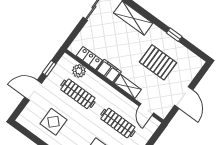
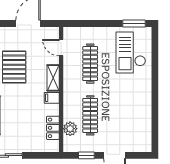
filing cabinet: (109, 71) -> (52, 98), width x0.50
door: (146, 110) -> (61, 48), swing flipped
display table: (53, 122) -> (129, 119), removed

